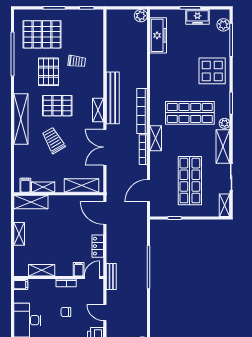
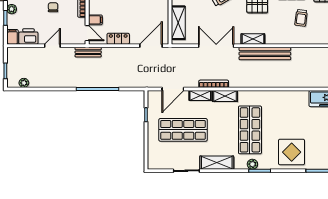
bookcase: (142, 111) -> (252, 82), removed
plant: (225, 123) -> (252, 164), moved
door: (149, 191) -> (173, 89), swing flipped
shelving: (225, 205) -> (200, 96), moved

